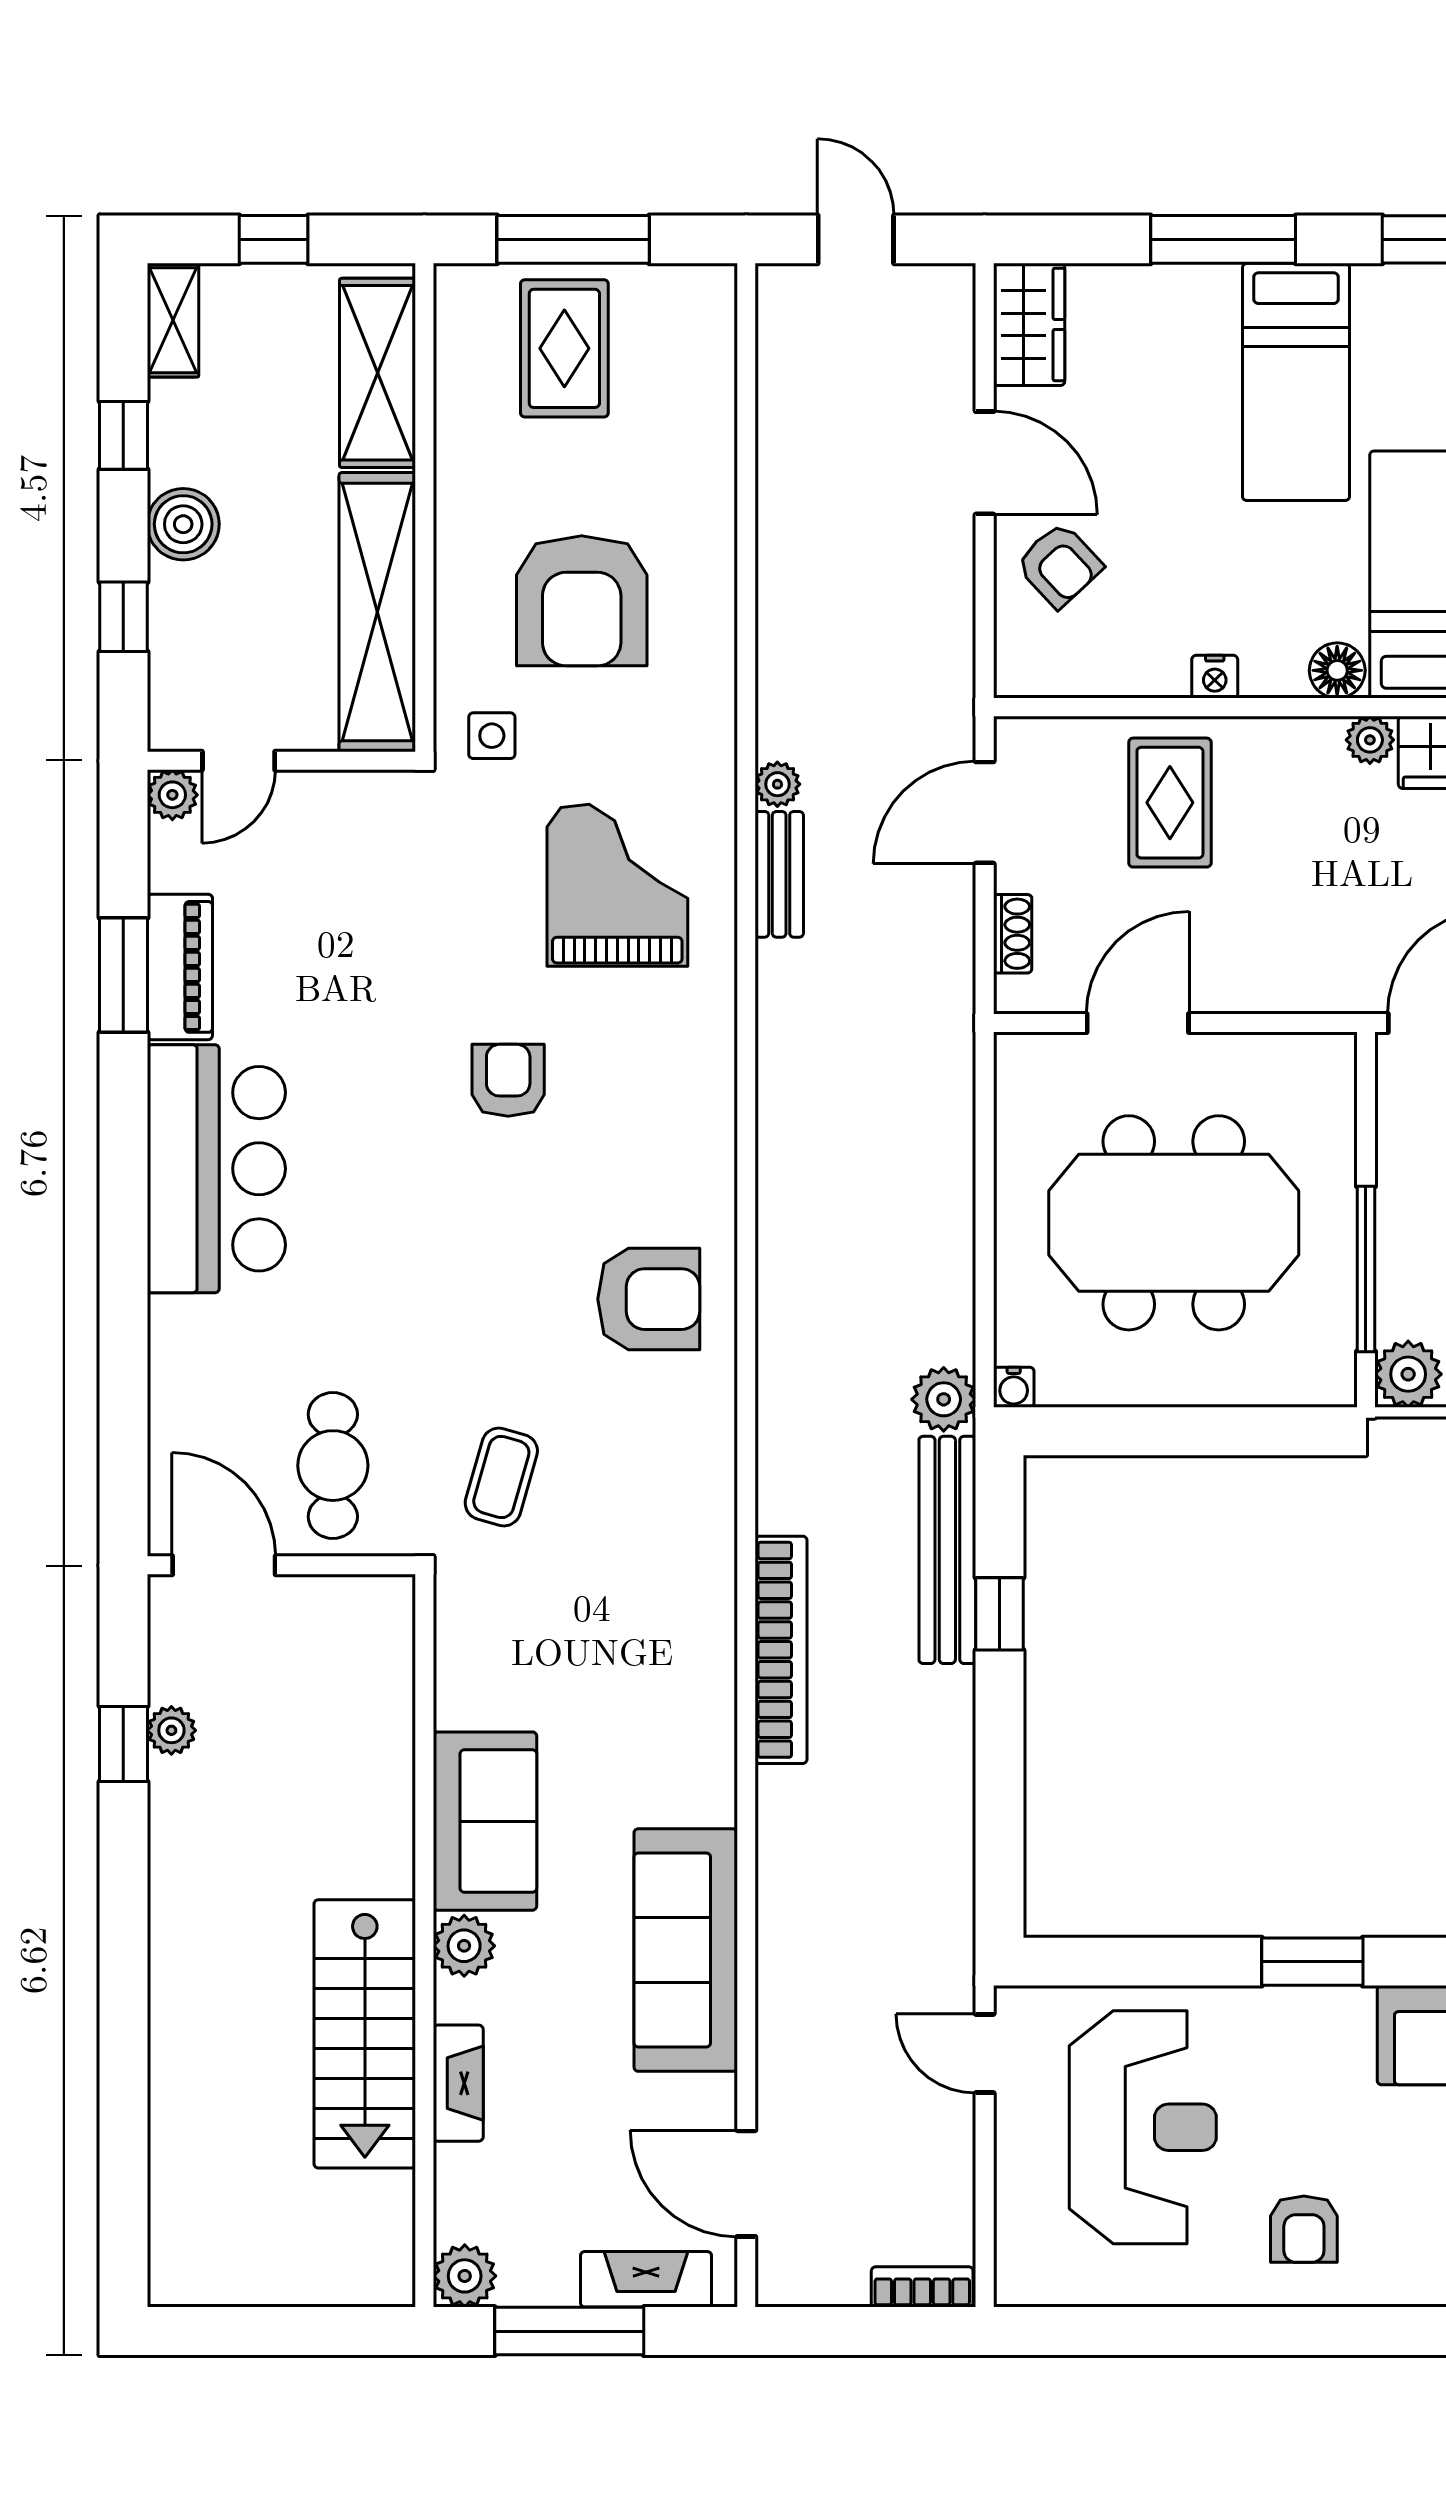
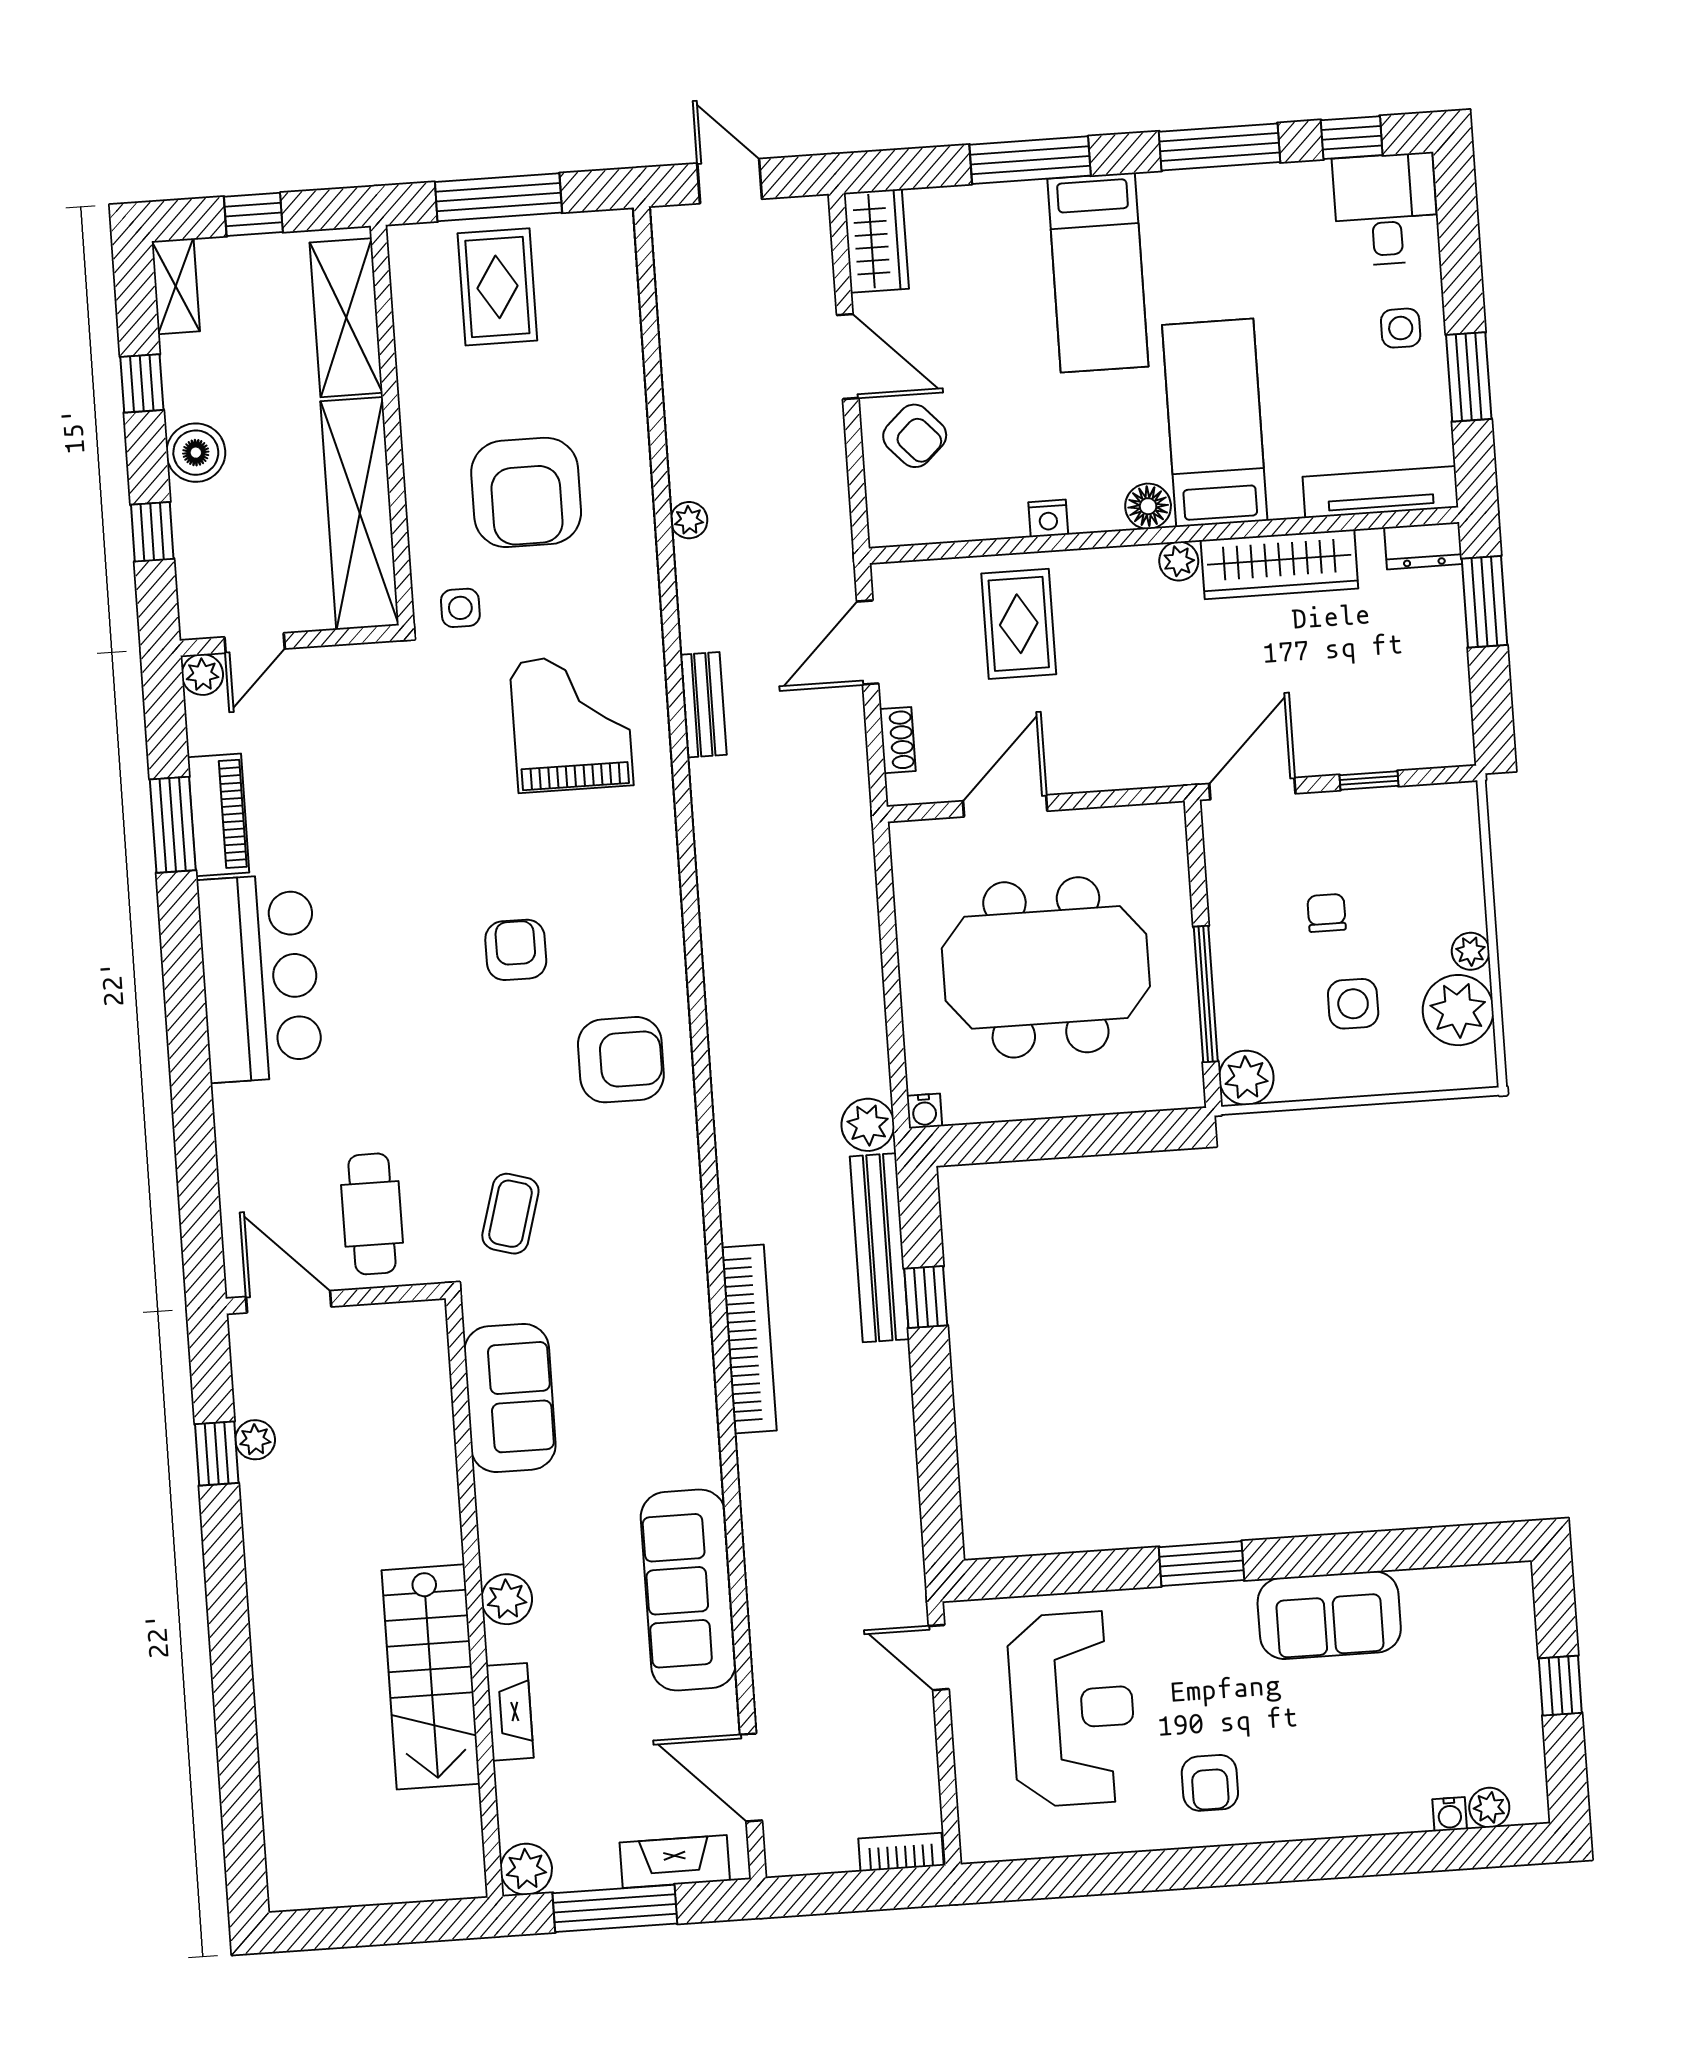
plant: (777, 784) -> (689, 520), moved
armchair: (508, 1080) -> (516, 950), moved
sofa: (485, 1821) -> (510, 1398), moved

